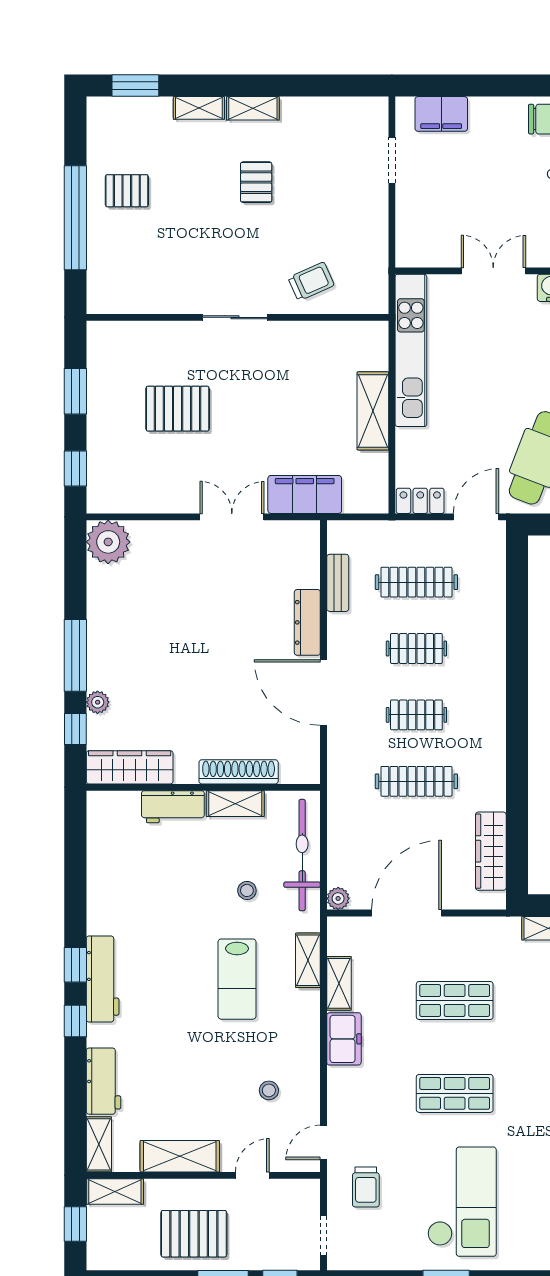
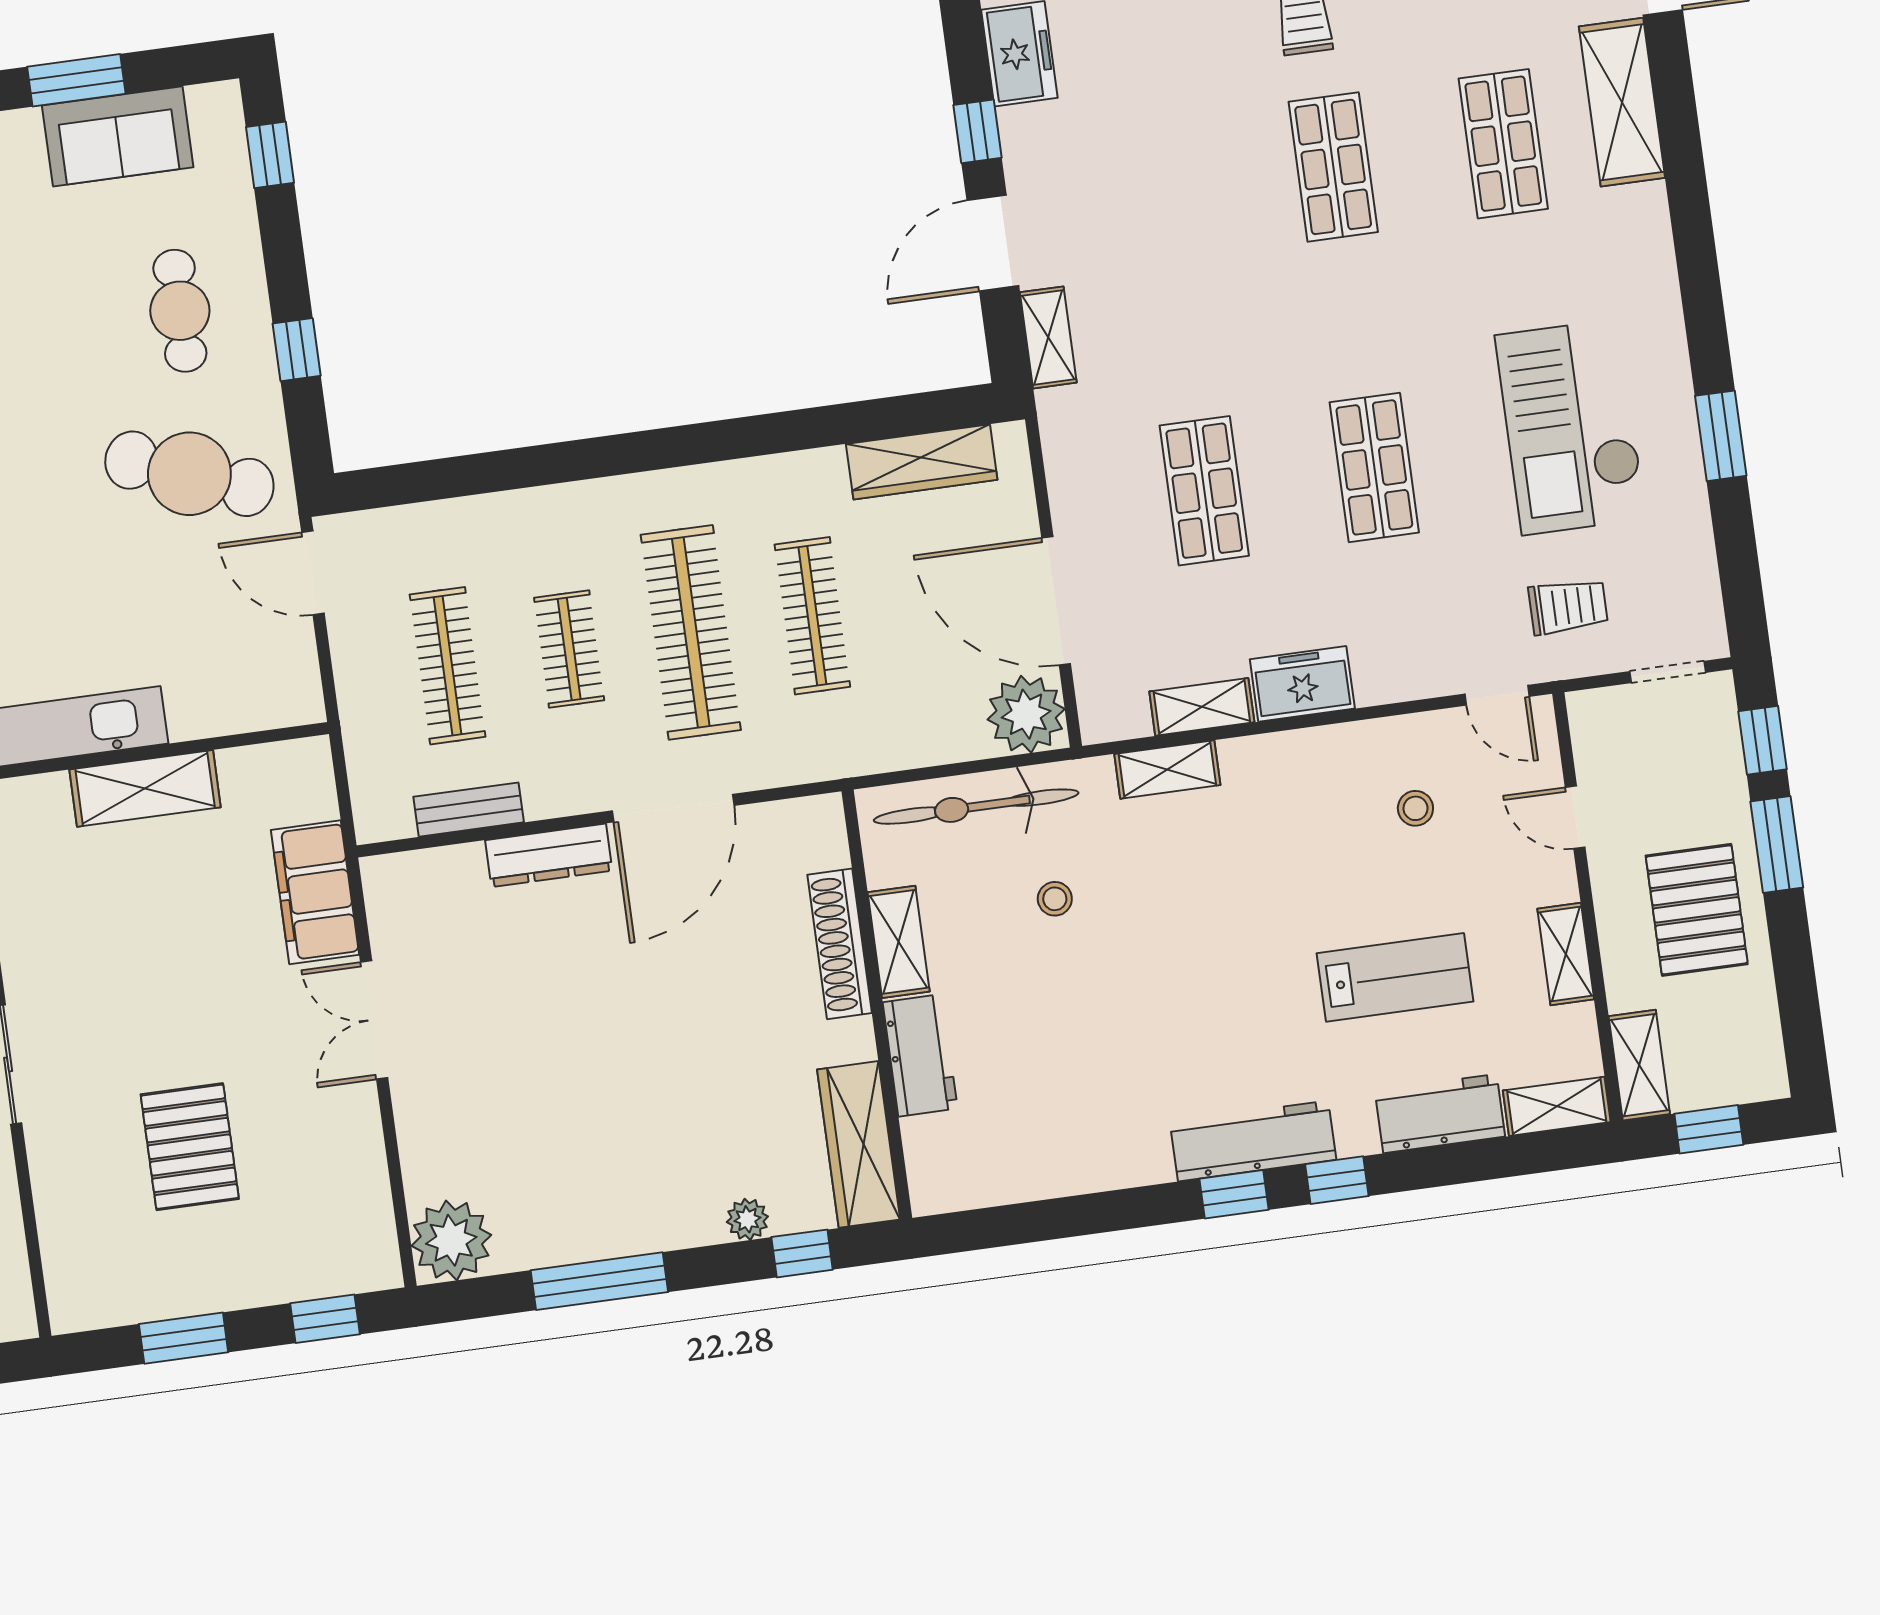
locker: (420, 501) -> (298, 679), removed
window: (75, 655) -> (599, 1281), moved
clothes rail: (416, 715) -> (691, 632), width x1.86, depth x1.31
plant: (338, 898) -> (1026, 714), width x1.88, depth x1.88
lab bench: (237, 979) -> (1395, 977), moved
shelving: (180, 1156) -> (1566, 954), width x0.67, depth x0.75
checkout: (462, 1202) -> (1571, 427), turned -90

